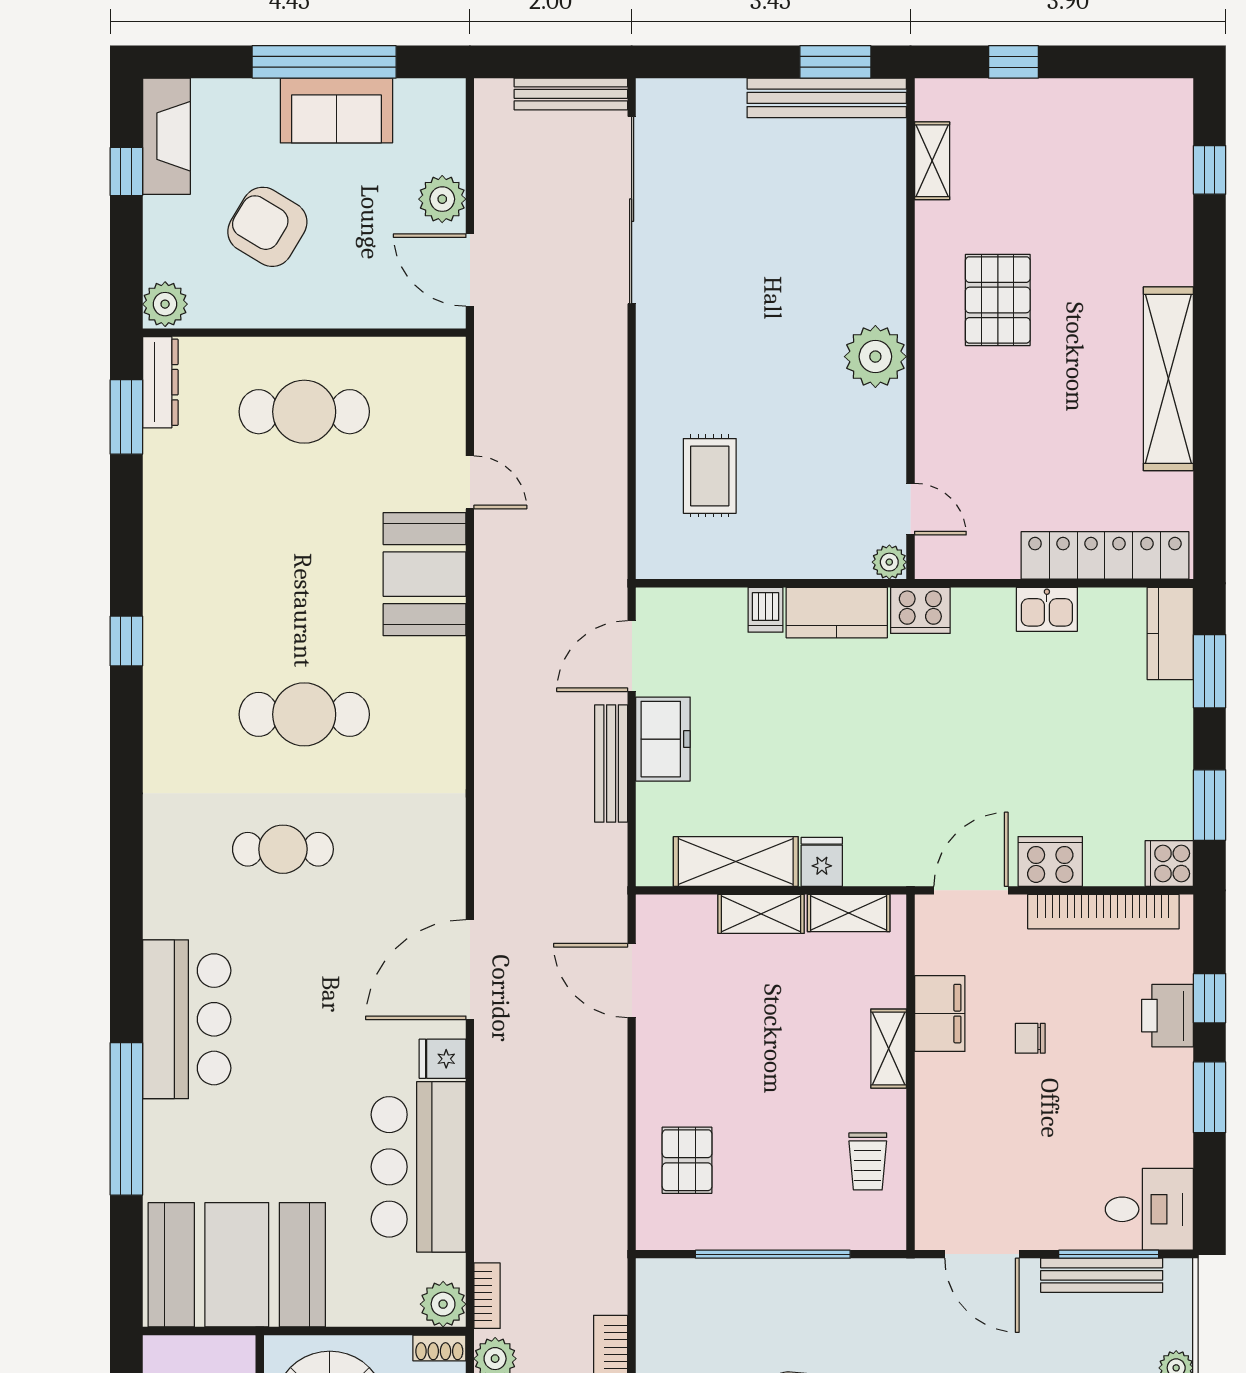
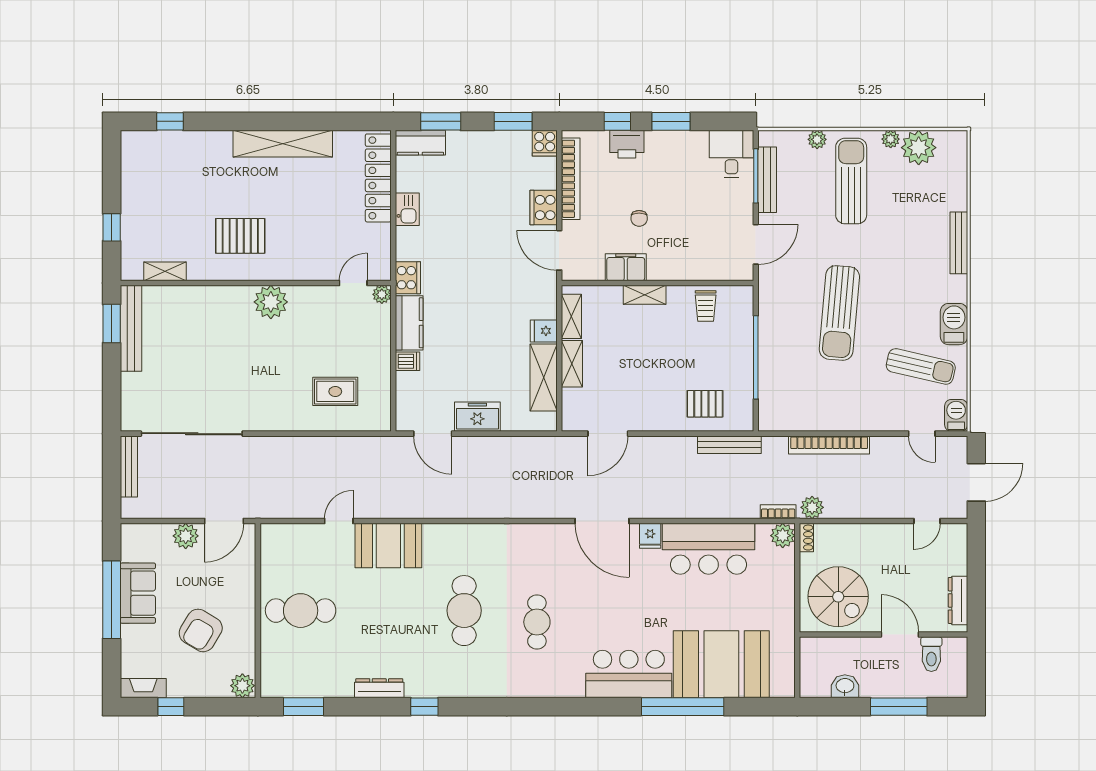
fireplace: (166, 136) -> (143, 688), width x0.73, depth x0.76
dresser: (160, 382) -> (379, 688), moved
cafe table: (304, 412) -> (301, 611), turned 90
bench: (611, 763) -> (729, 445), moved
trolley: (868, 1161) -> (706, 306), turned 90
booth: (237, 1265) -> (721, 664), moved, turned 90

